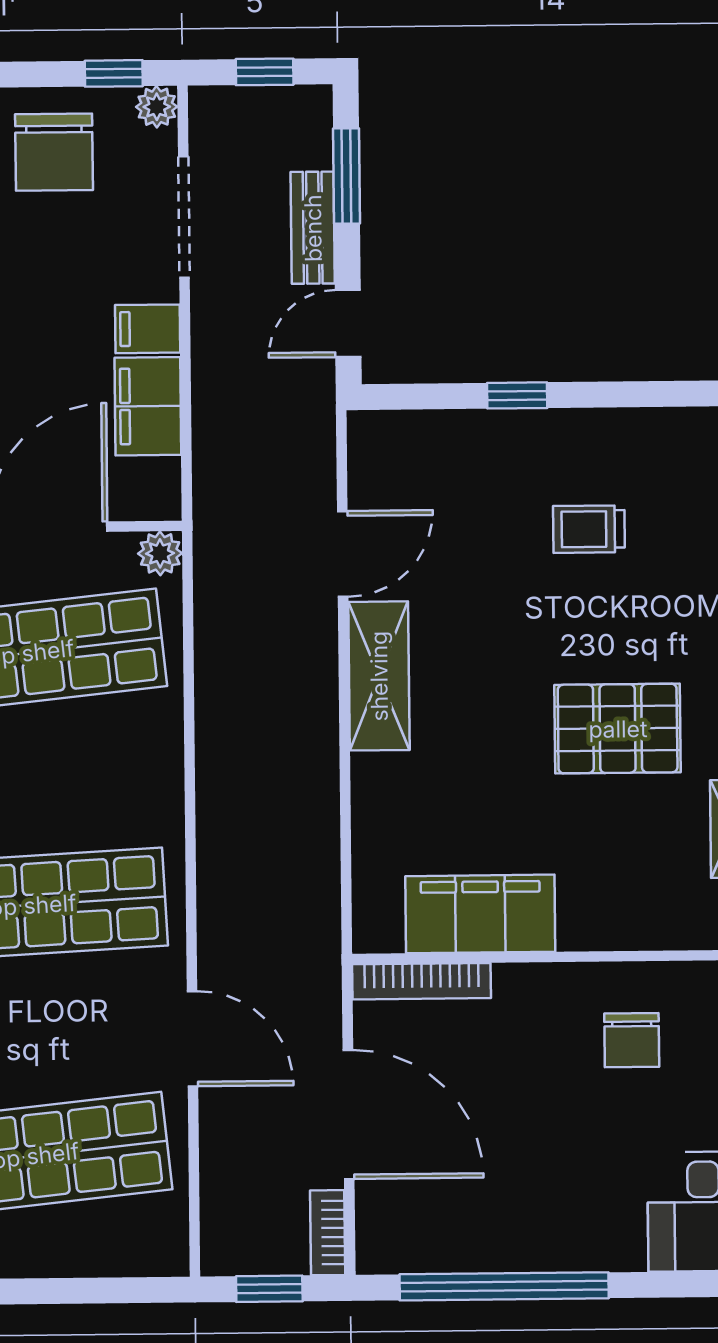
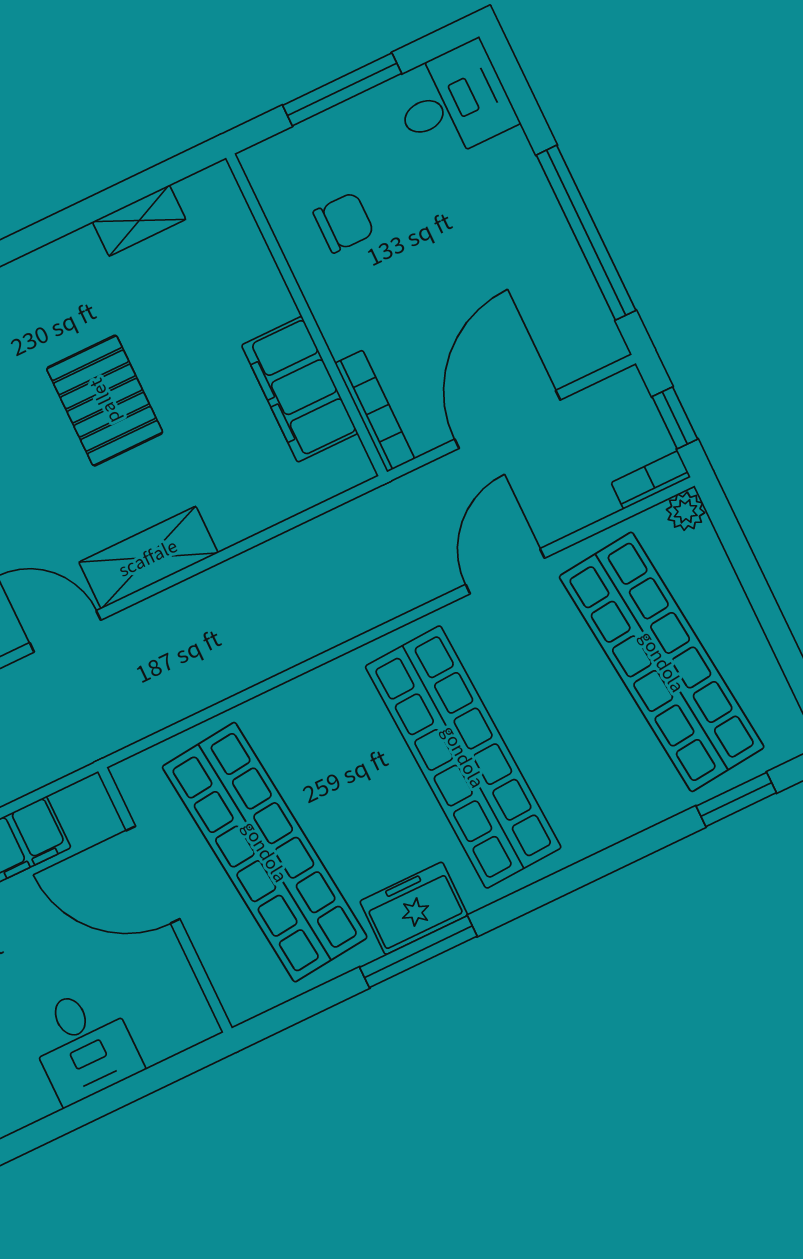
plant: (160, 553) -> (686, 511), moved
pallet: (618, 729) -> (105, 401), moved
bookcase: (328, 1233) -> (651, 480), moved, turned 180

